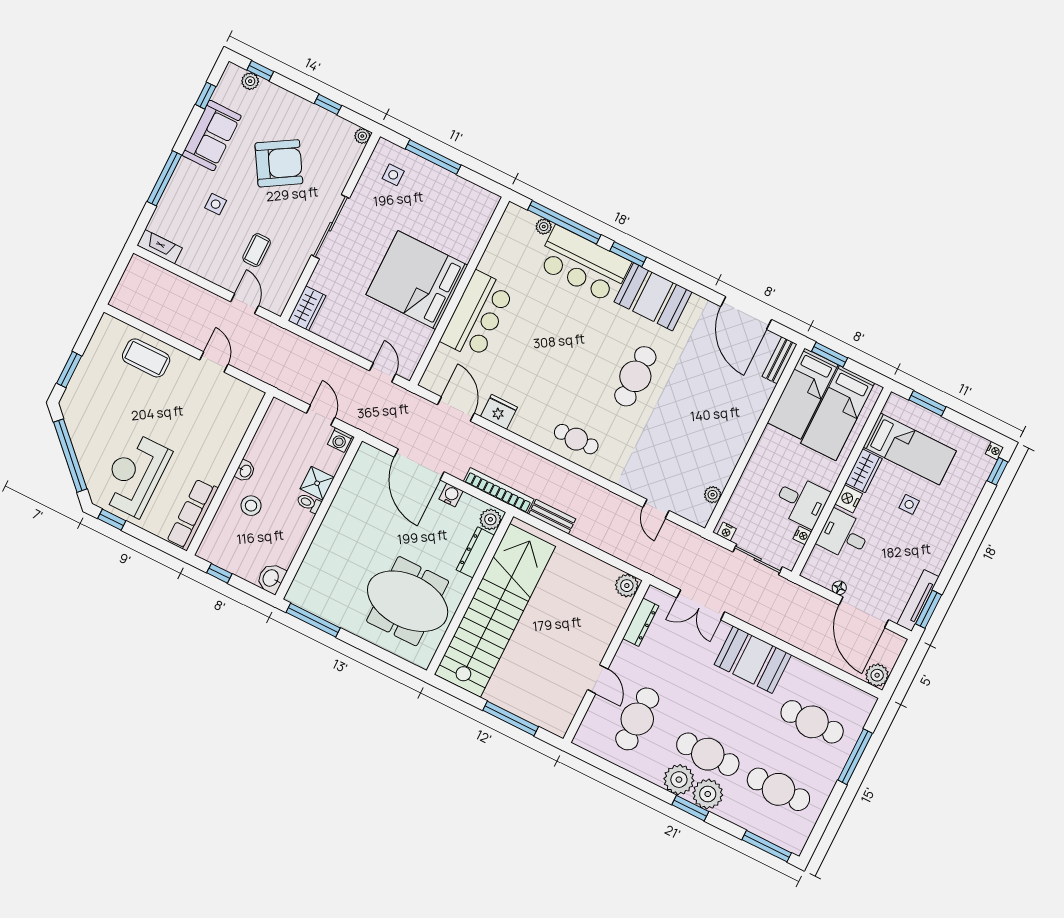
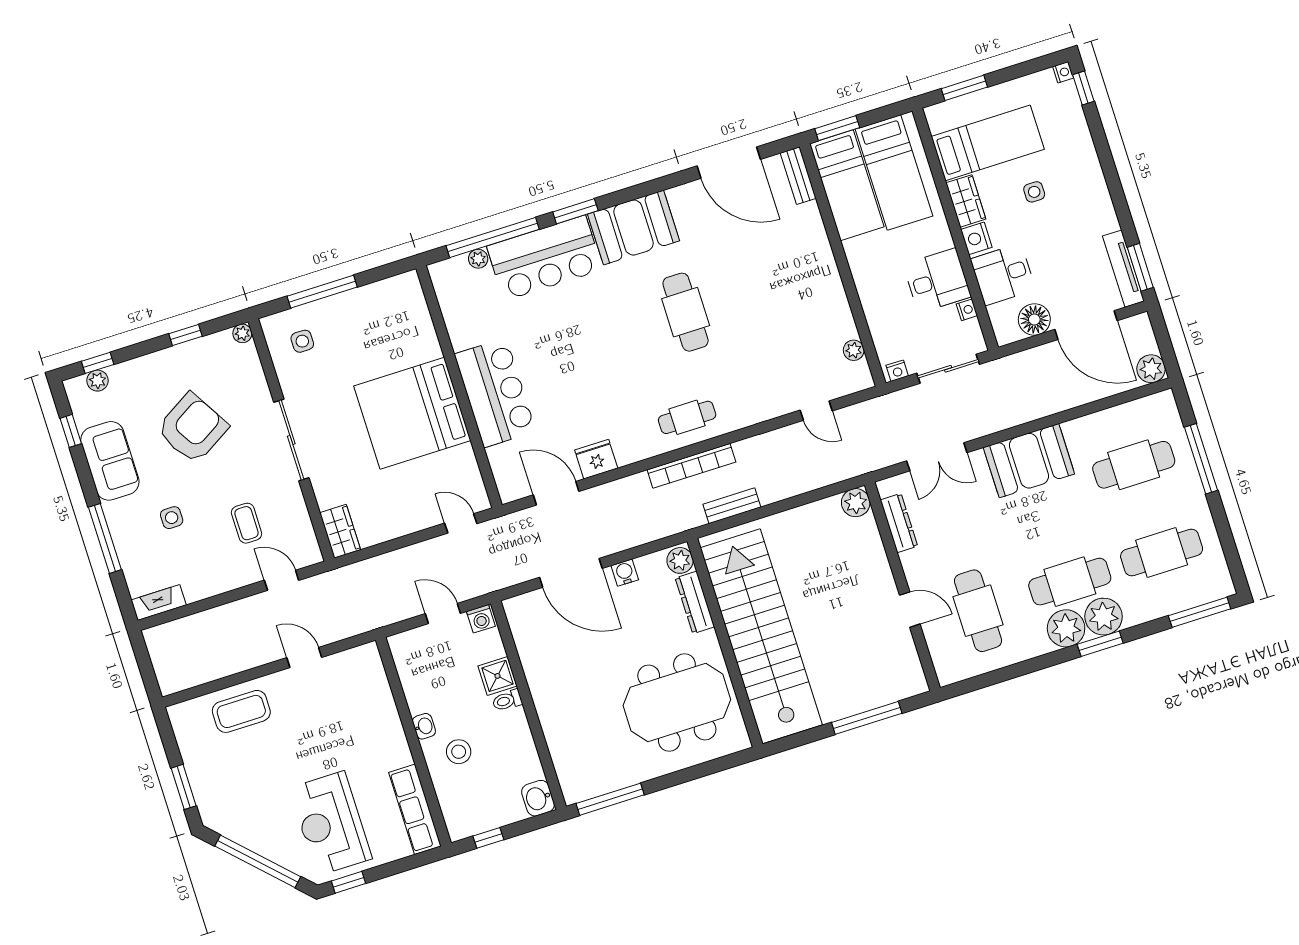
bookcase: (499, 490) -> (691, 466), moved, turned 180
floor lamp: (839, 588) -> (1034, 319), width x1.89, depth x1.89

